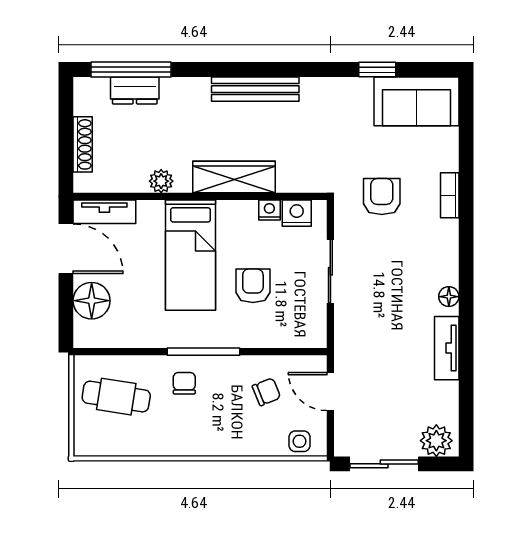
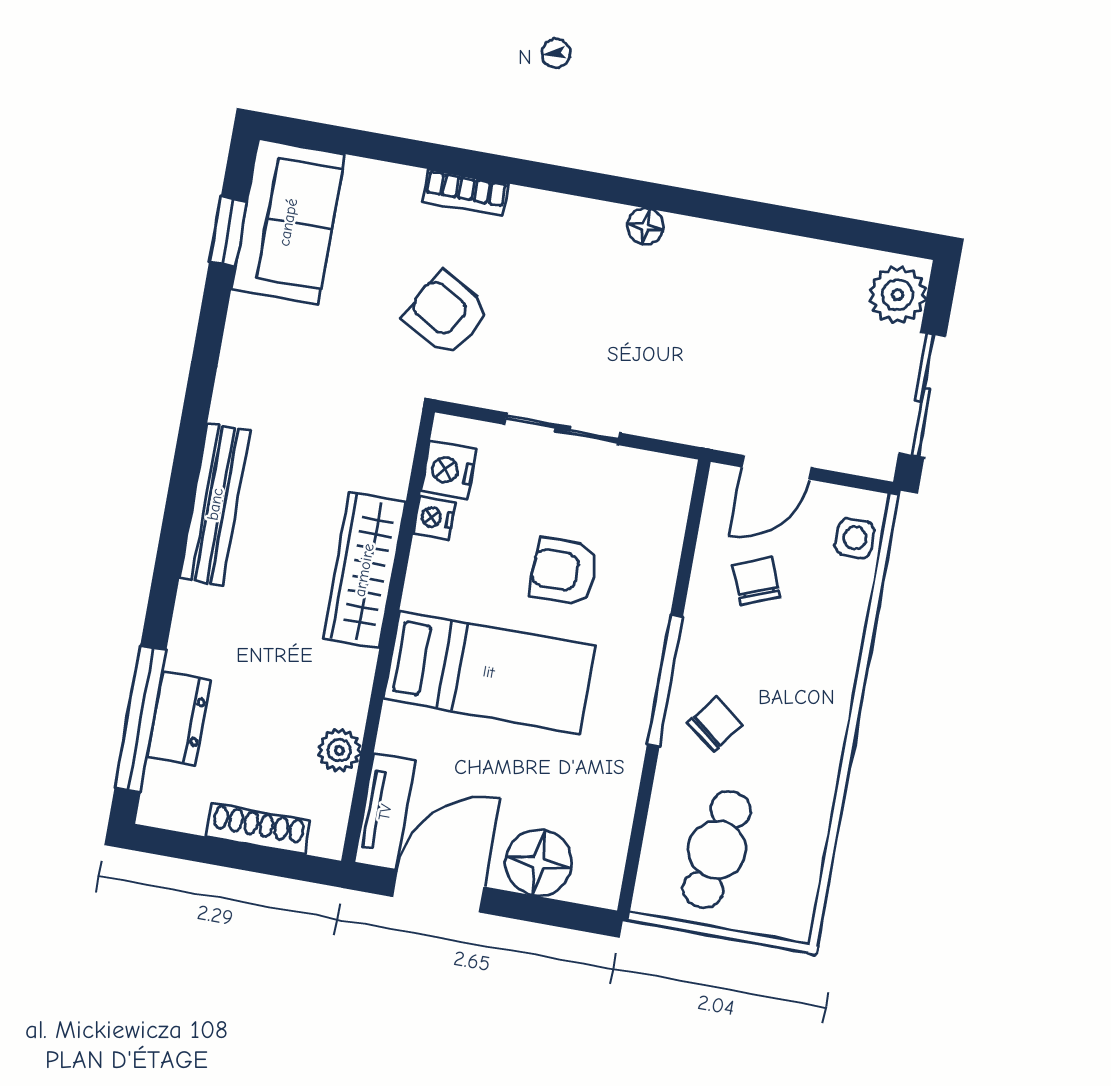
window: (377, 70) -> (228, 232), moved
plant: (161, 181) -> (339, 750), moved
armchair: (382, 197) -> (446, 314), turned 30
tv unit: (447, 348) -> (736, 247), removed
chair: (184, 383) -> (715, 724), turned 127

